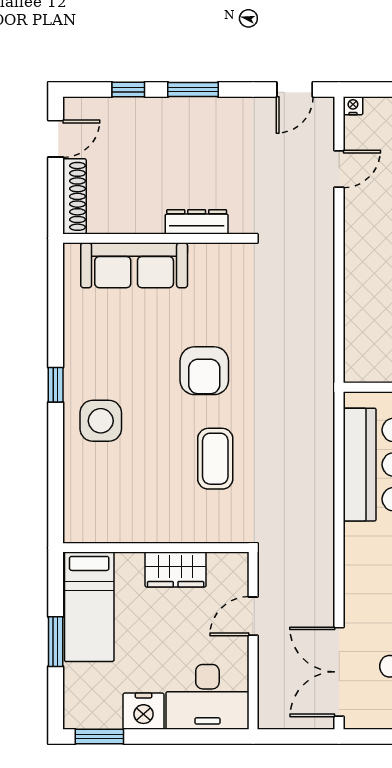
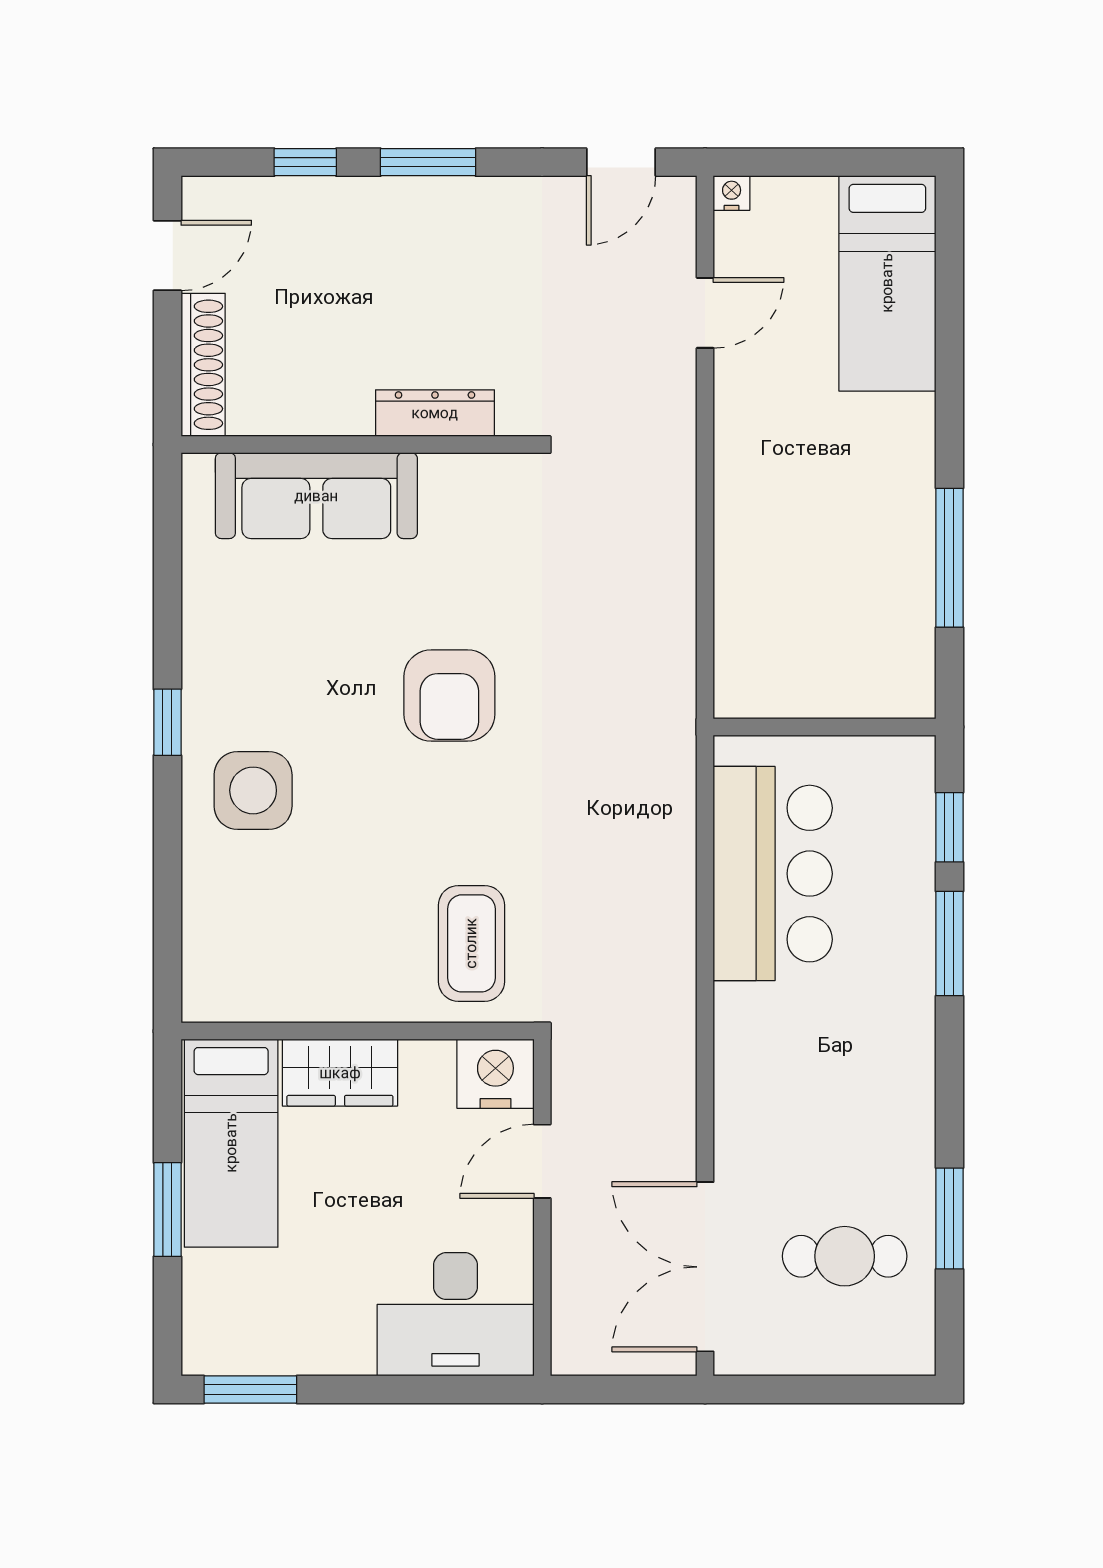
coffee table: (215, 459) -> (471, 943), moved
wardrobe: (176, 569) -> (340, 1073), moved
nightstand: (144, 711) -> (495, 1074), moved, turned 180

